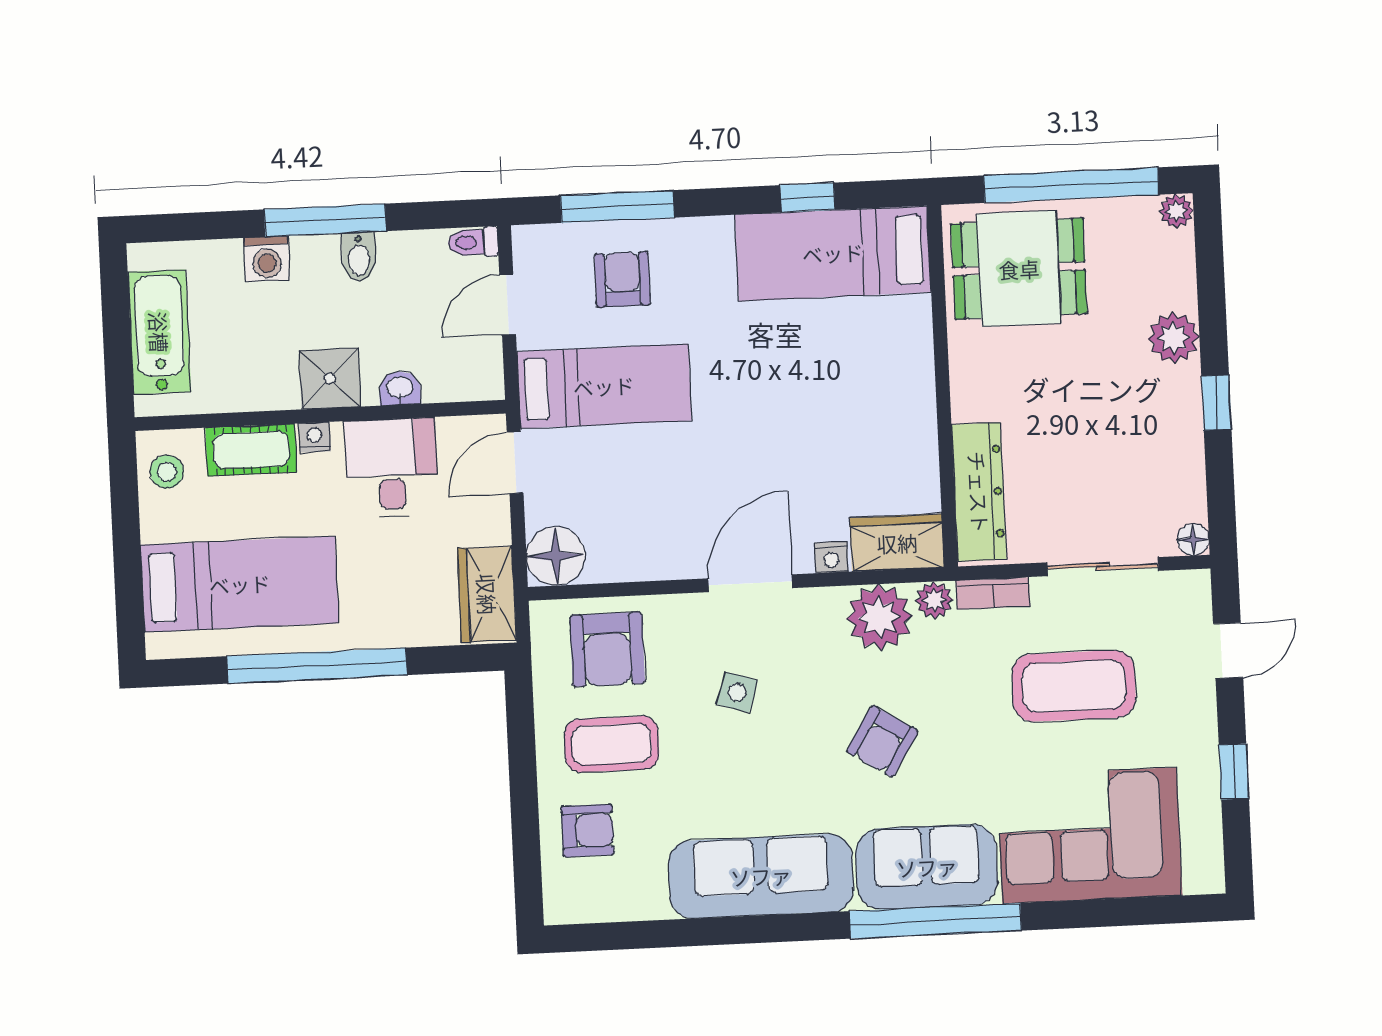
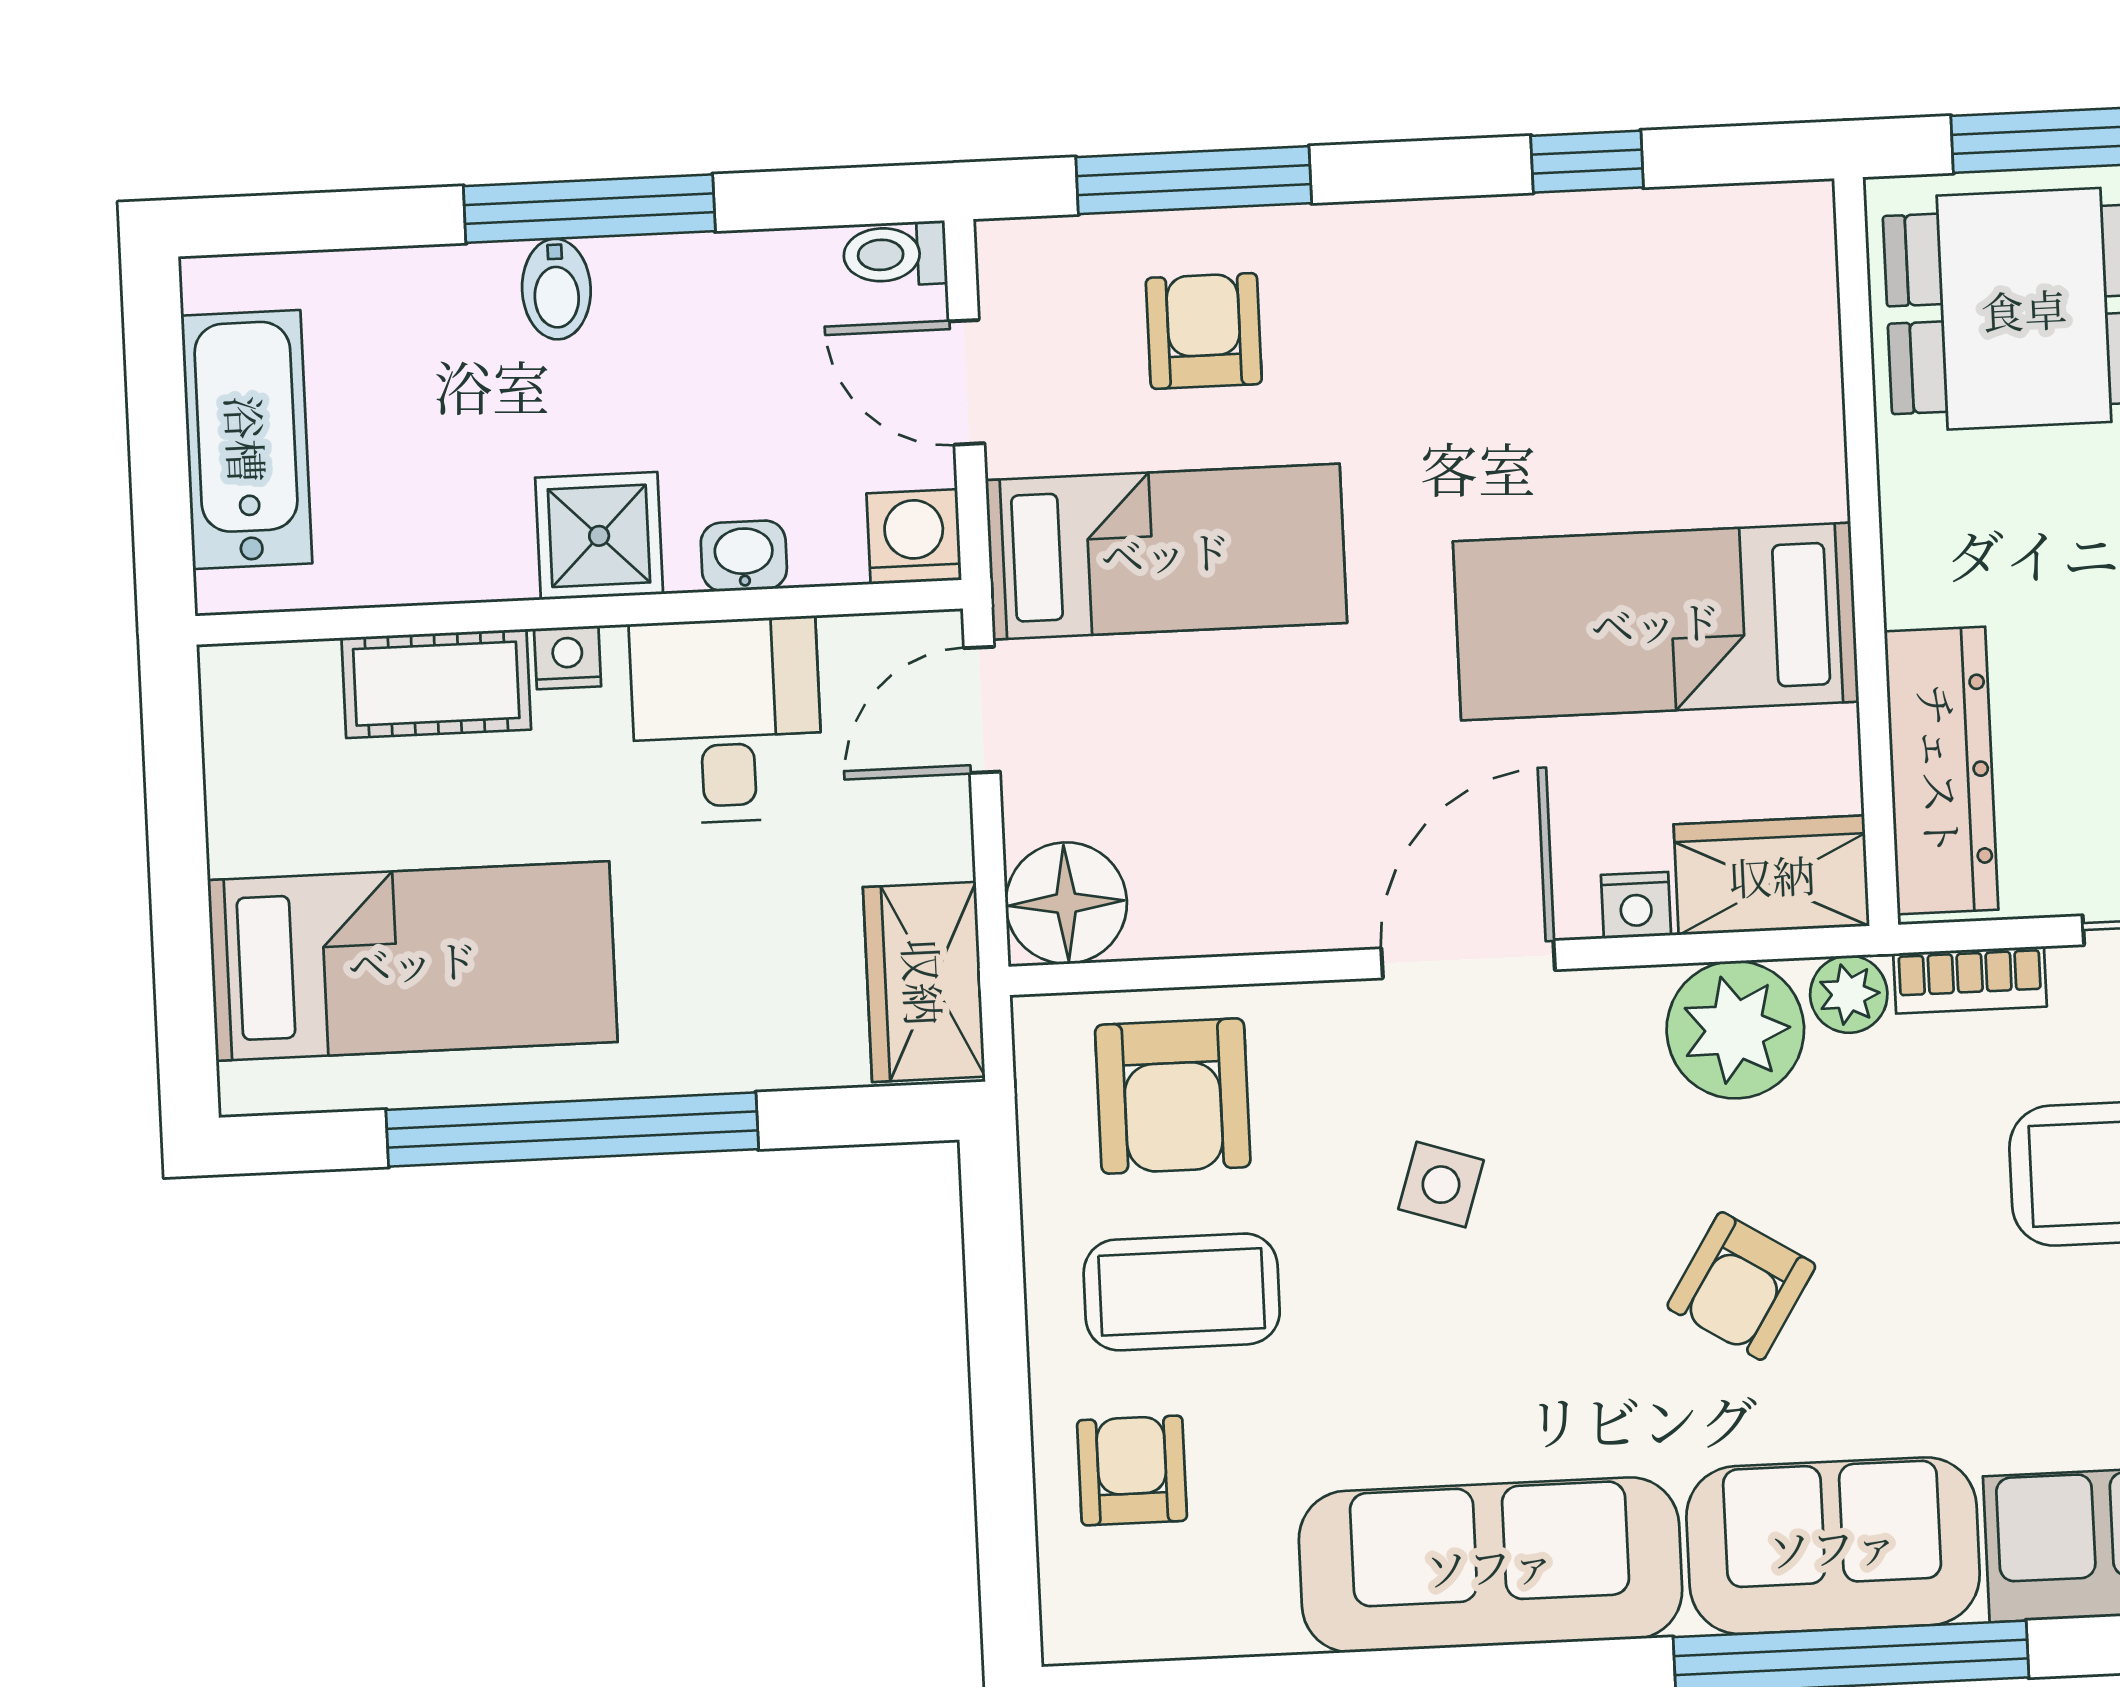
bed: (833, 253) -> (1656, 622), moved
bidet: (359, 257) -> (556, 289), moved
washing machine: (267, 259) -> (914, 537), moved, turned 180
door: (508, 304) -> (967, 382), hinge flipped
stool: (167, 472) -> (262, 729), removed
armchair: (588, 831) -> (1132, 1470), turned -90

